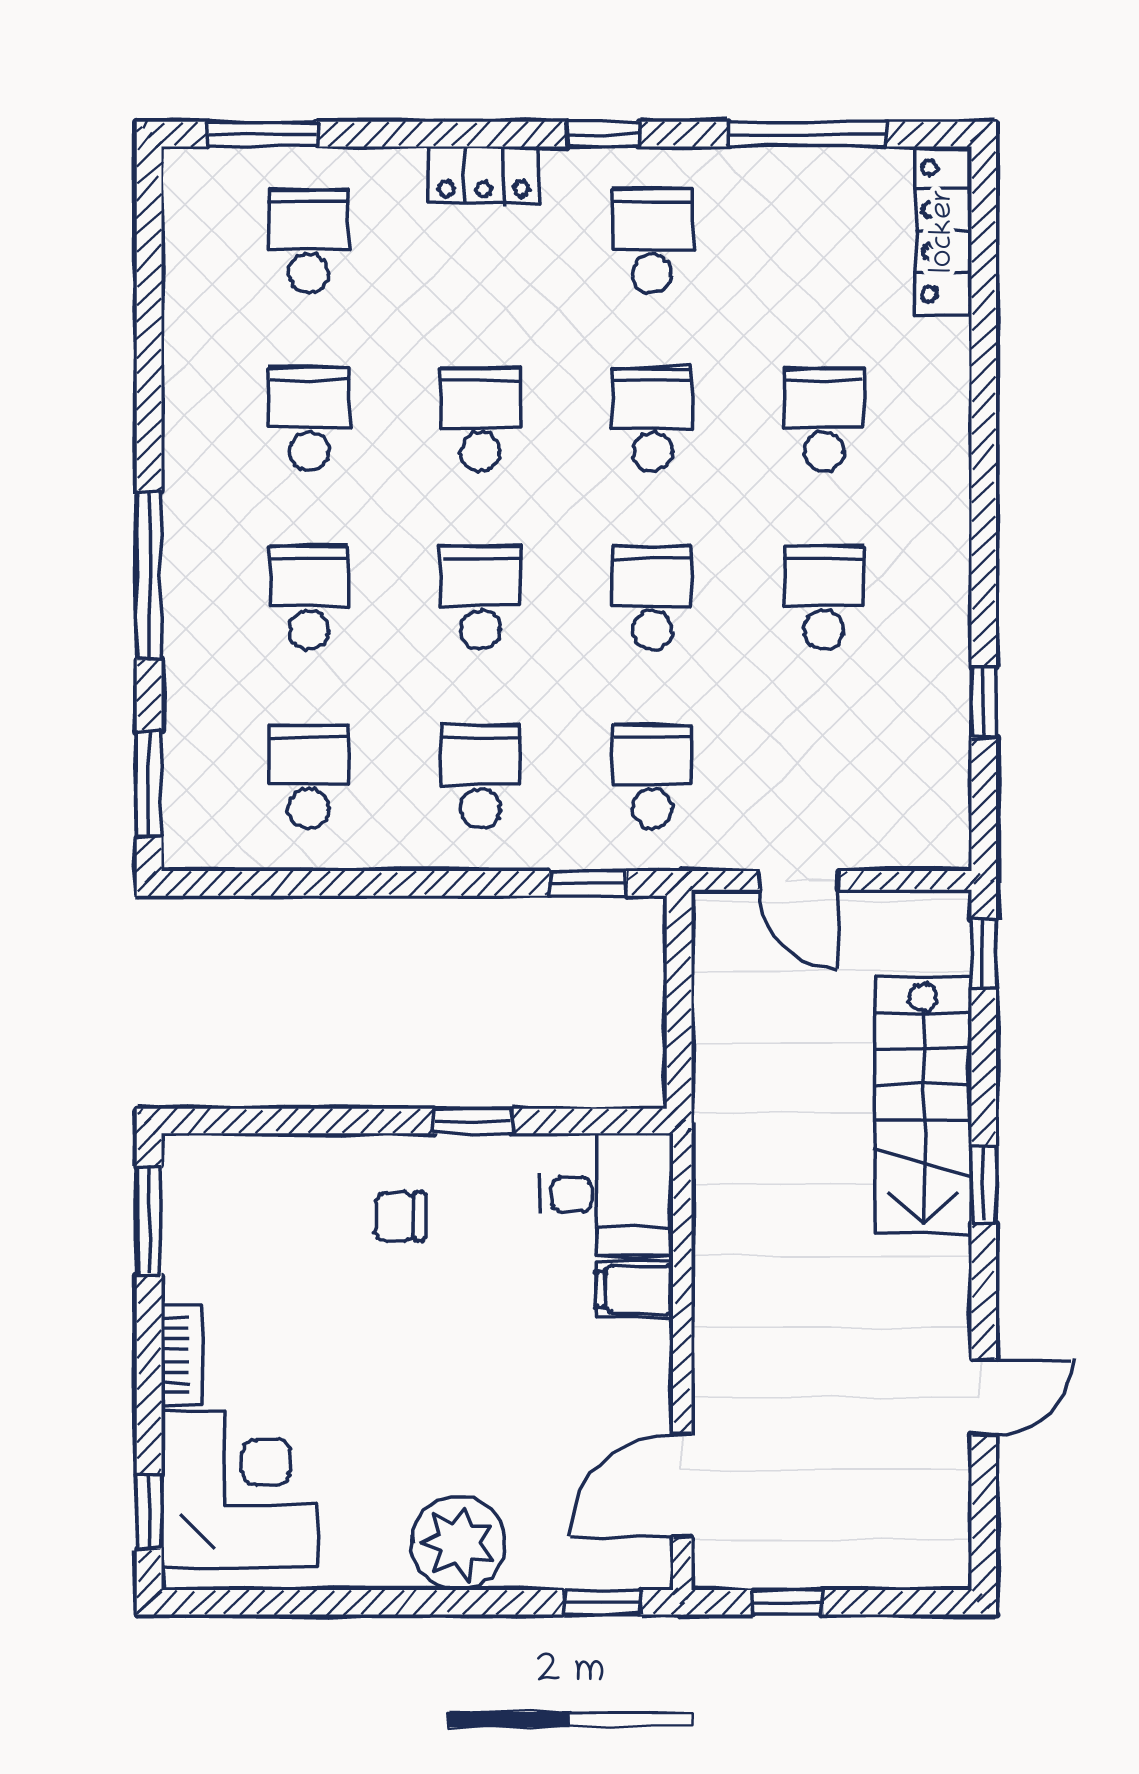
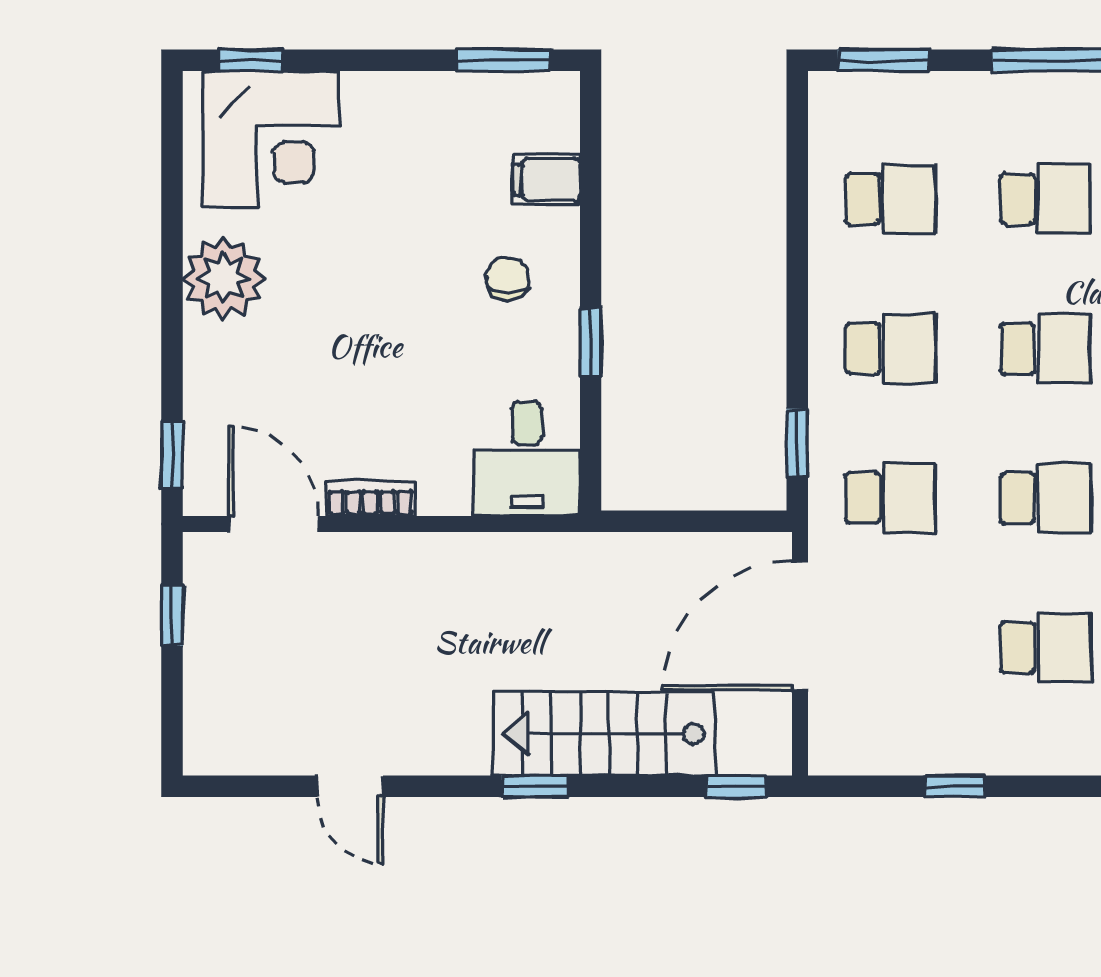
door: (799, 880) -> (800, 626), width x1.87
filing cabinet: (634, 1289) -> (546, 180), moved, turned -90
bookcase: (182, 1355) -> (371, 498), moved, turned 180
plant: (458, 1543) -> (223, 278), moved

